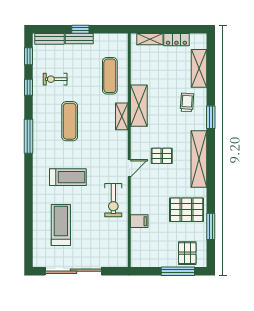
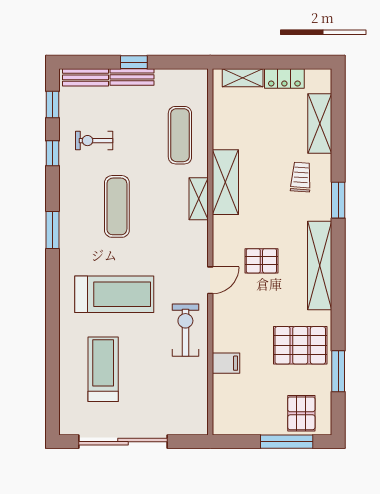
window: (29, 136) -> (52, 230), width x0.69
treadmill: (68, 177) -> (114, 294), width x1.37, depth x1.38
exercise bike: (113, 200) -> (185, 330), turned 180

